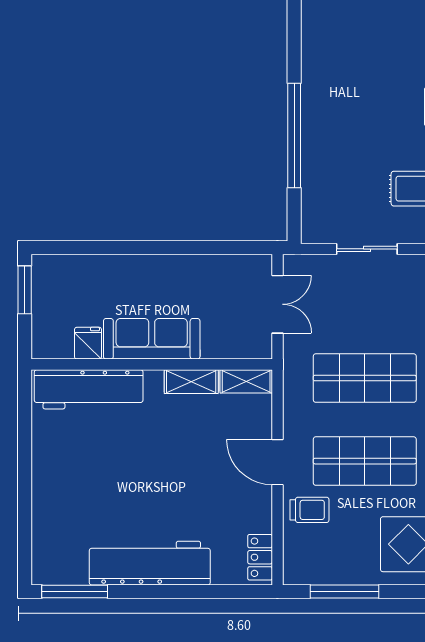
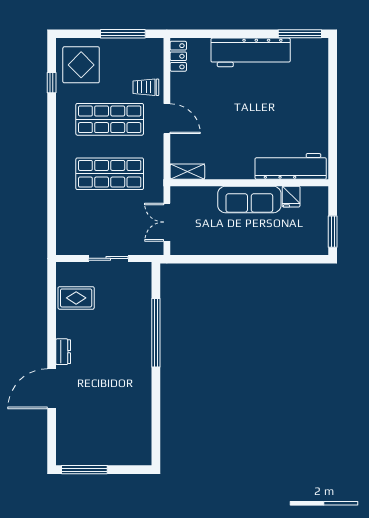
shelving: (191, 382) -> (223, 171), removed

